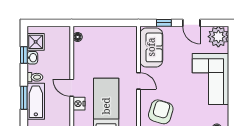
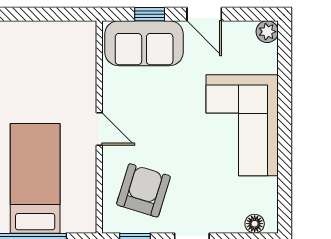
plant: (218, 37) -> (267, 32), width x0.53, depth x0.53
sofa: (151, 47) -> (144, 43), moved, turned 90

